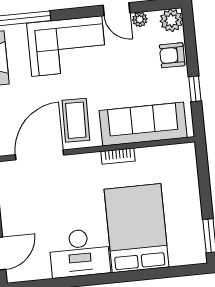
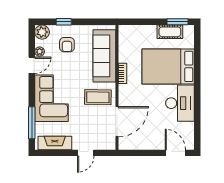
armchair: (172, 55) -> (67, 45), moved
window: (195, 89) -> (64, 22), moved
door: (40, 155) -> (117, 122), swing flipped
cot: (192, 225) -> (170, 32), added

